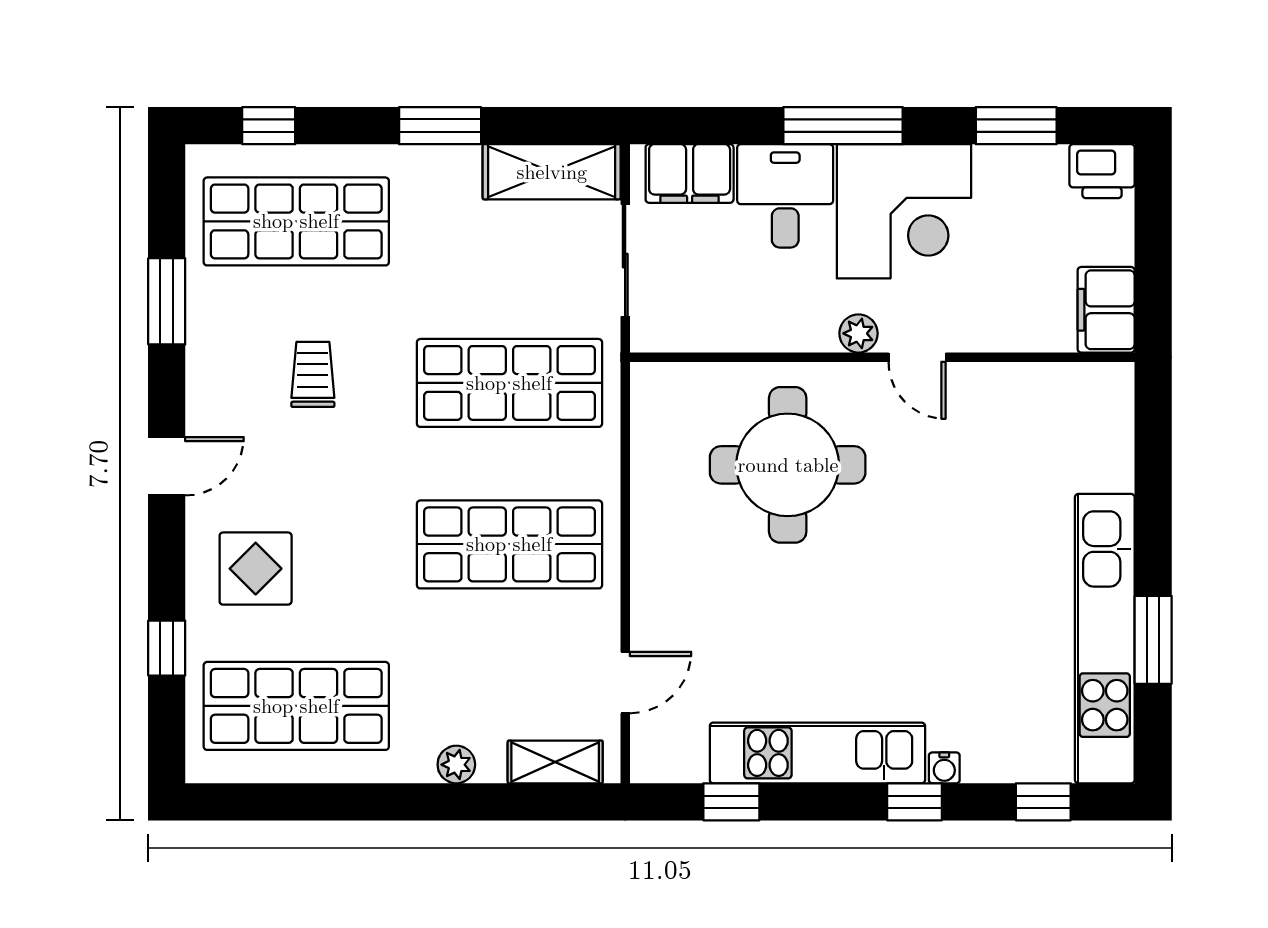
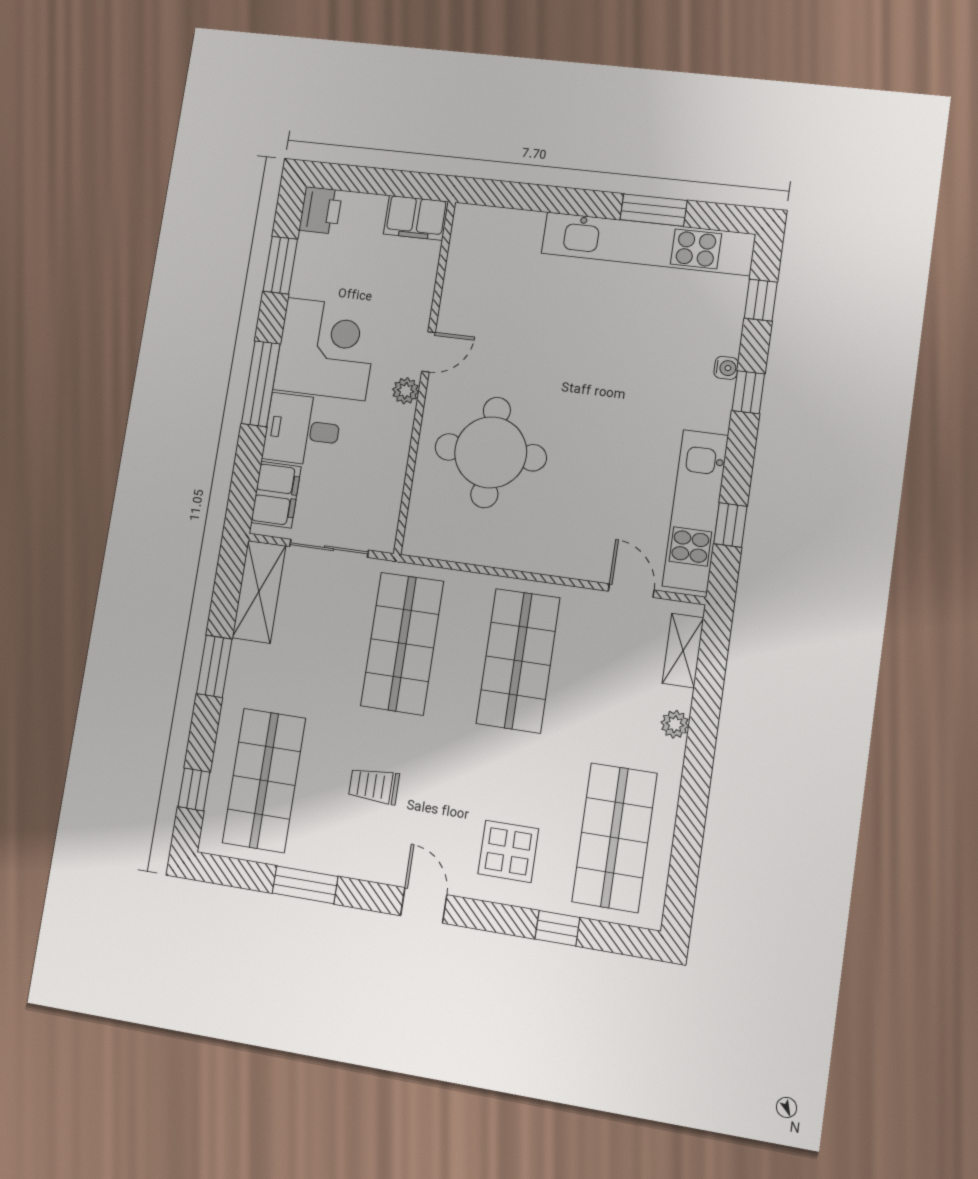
kitchen unit: (817, 753) -> (695, 510), moved

